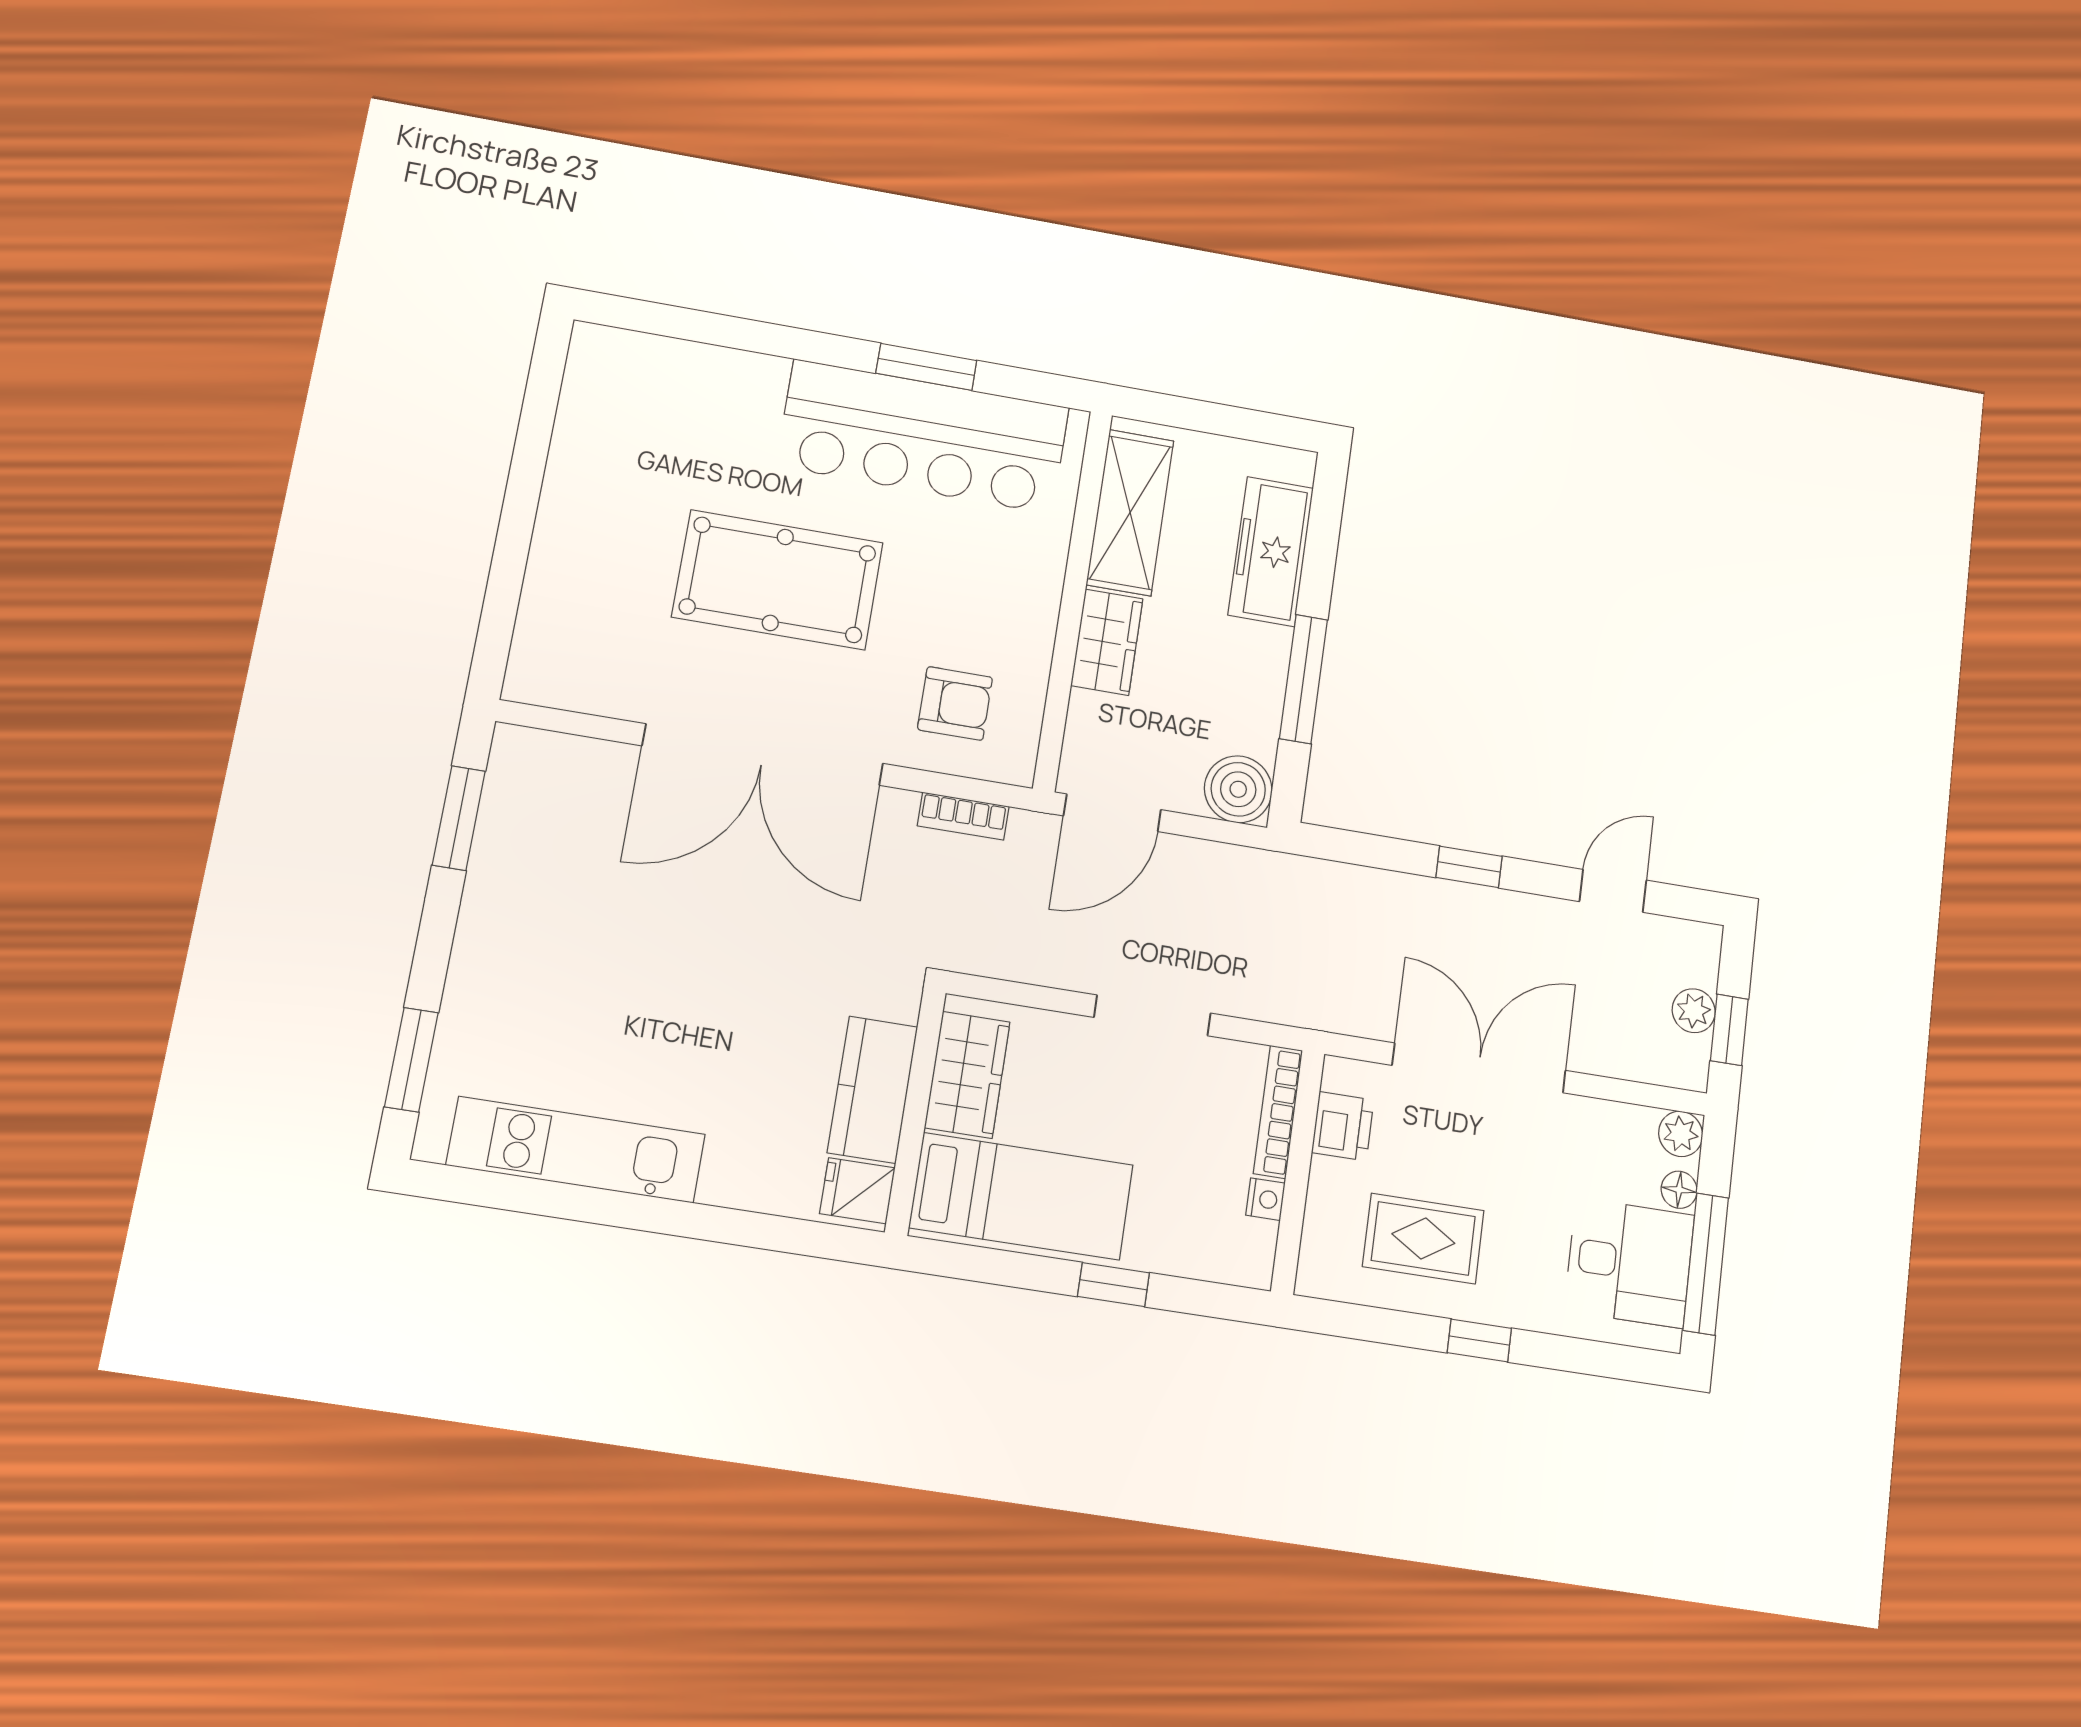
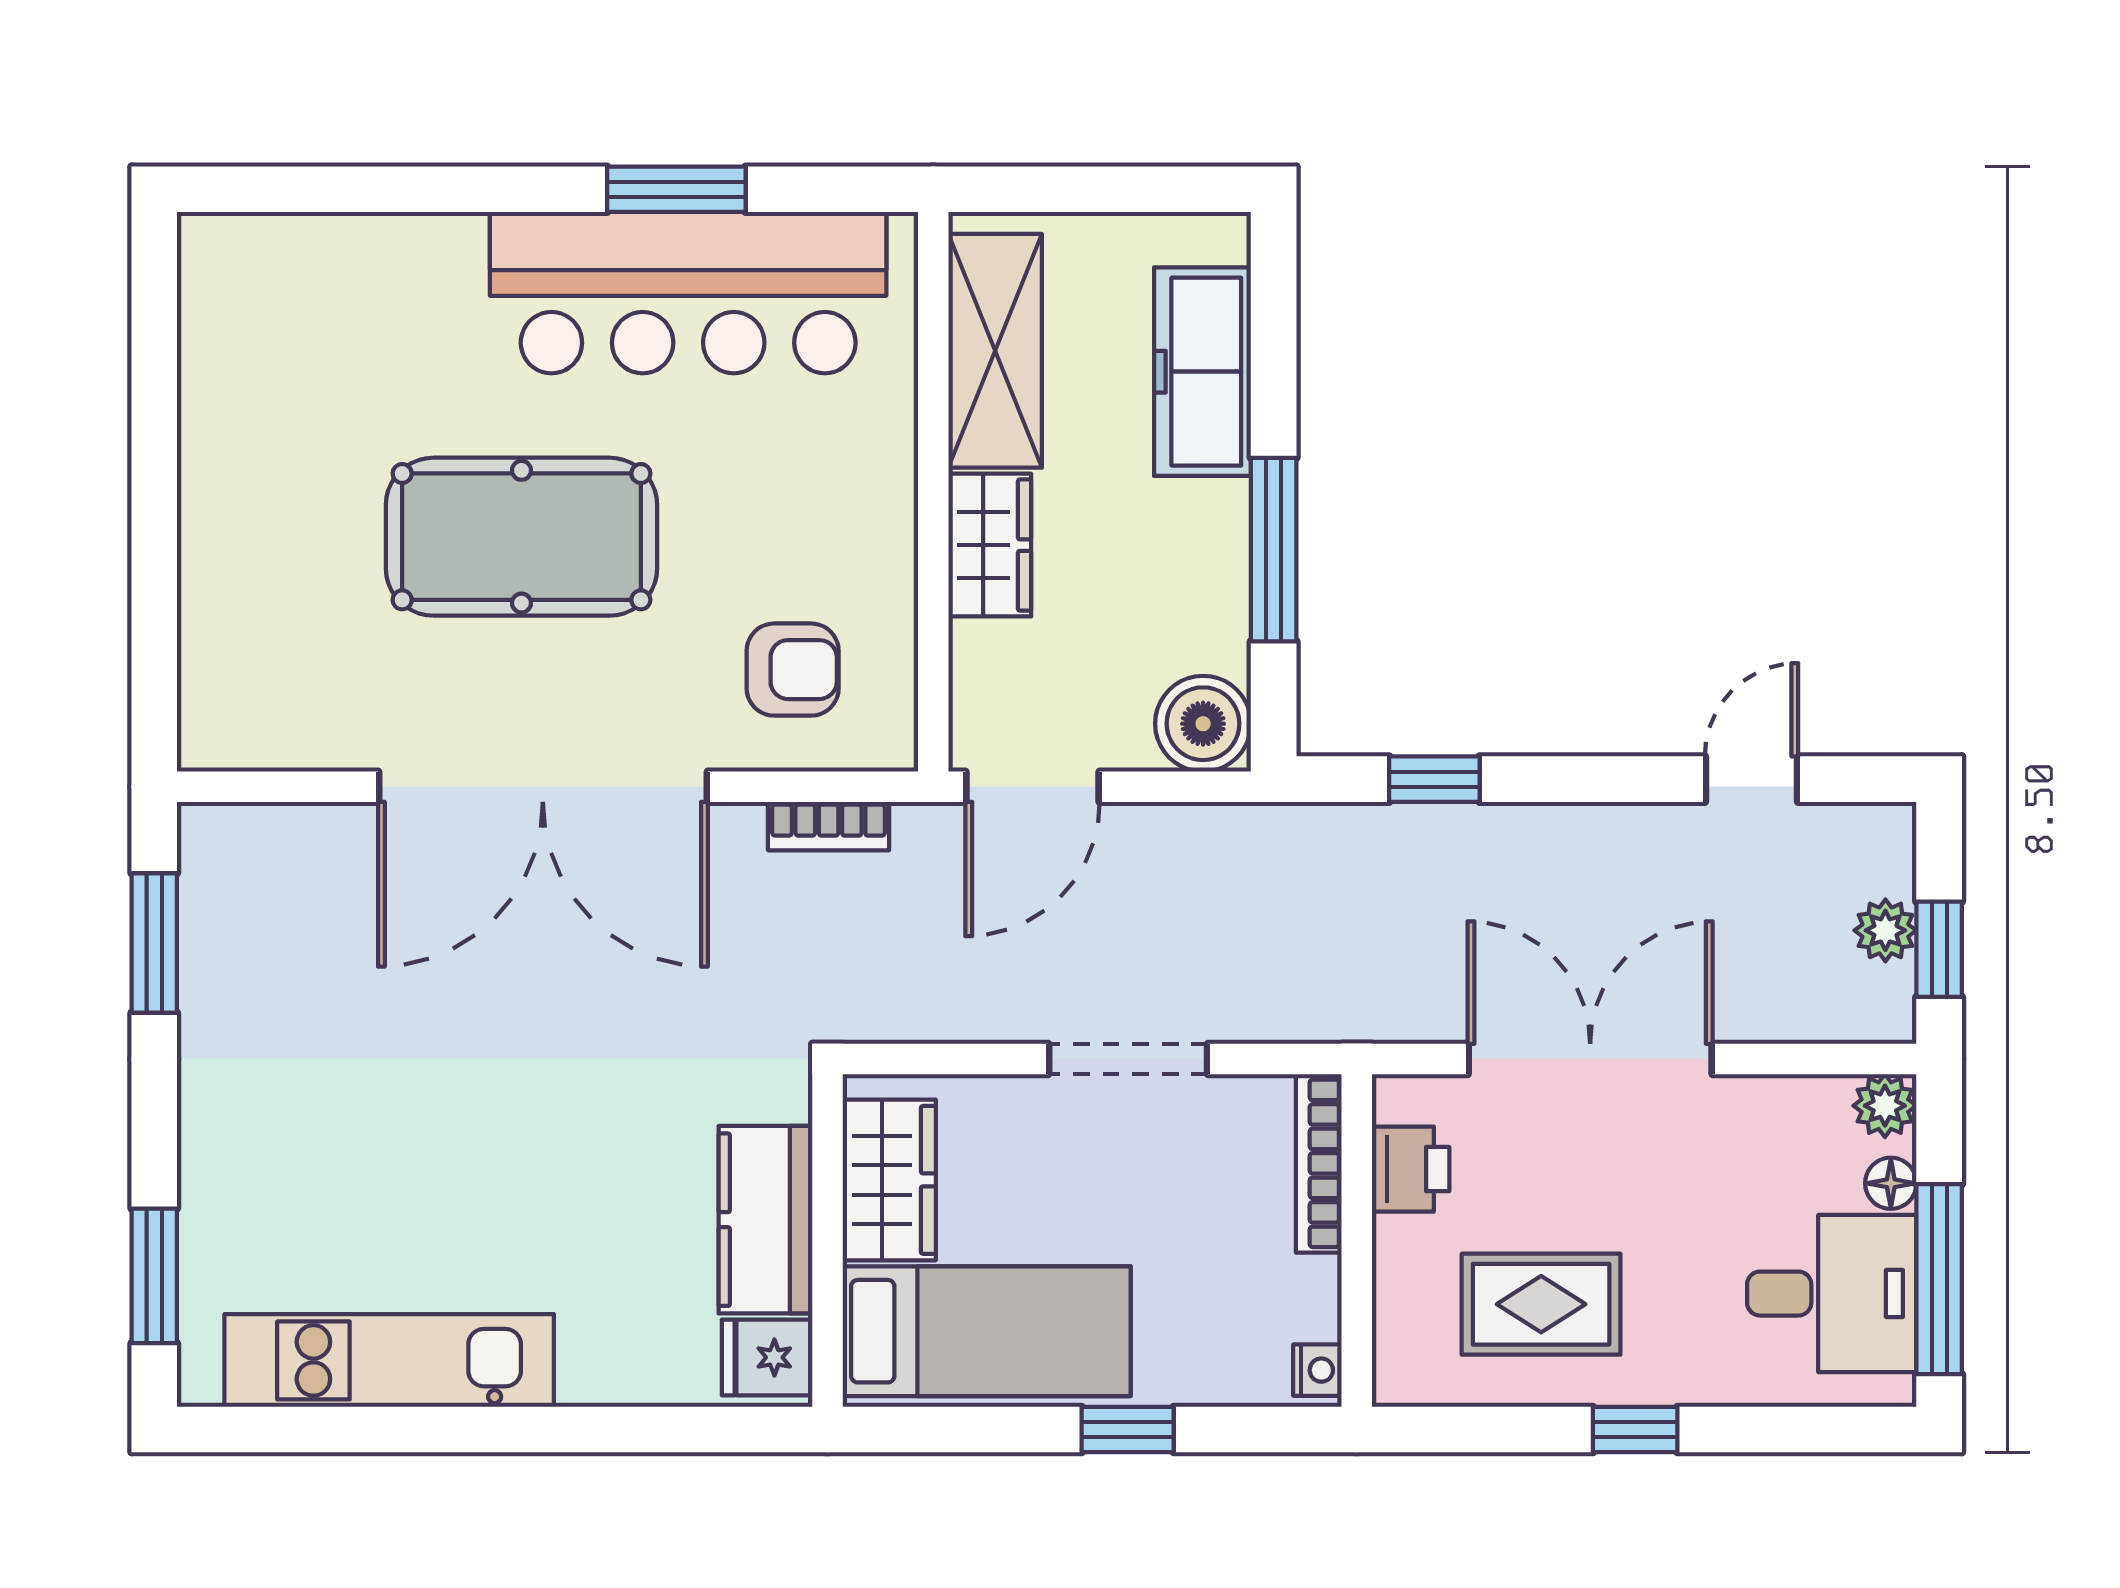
window: (1469, 867) -> (1434, 779), moved
nightstand: (1265, 1199) -> (1317, 1370), moved

